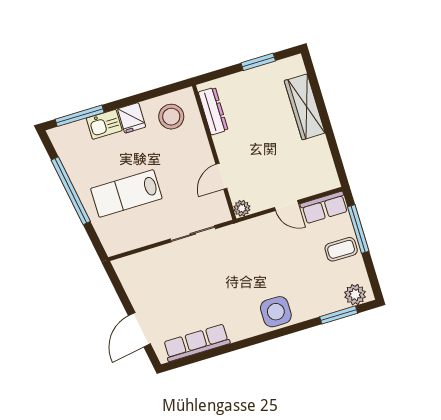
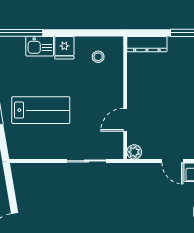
dresser: (213, 111) -> (147, 44), moved, turned 90
stool: (171, 117) -> (98, 57), width x0.53, depth x0.53
lab bench: (126, 193) -> (41, 110), turned 180

